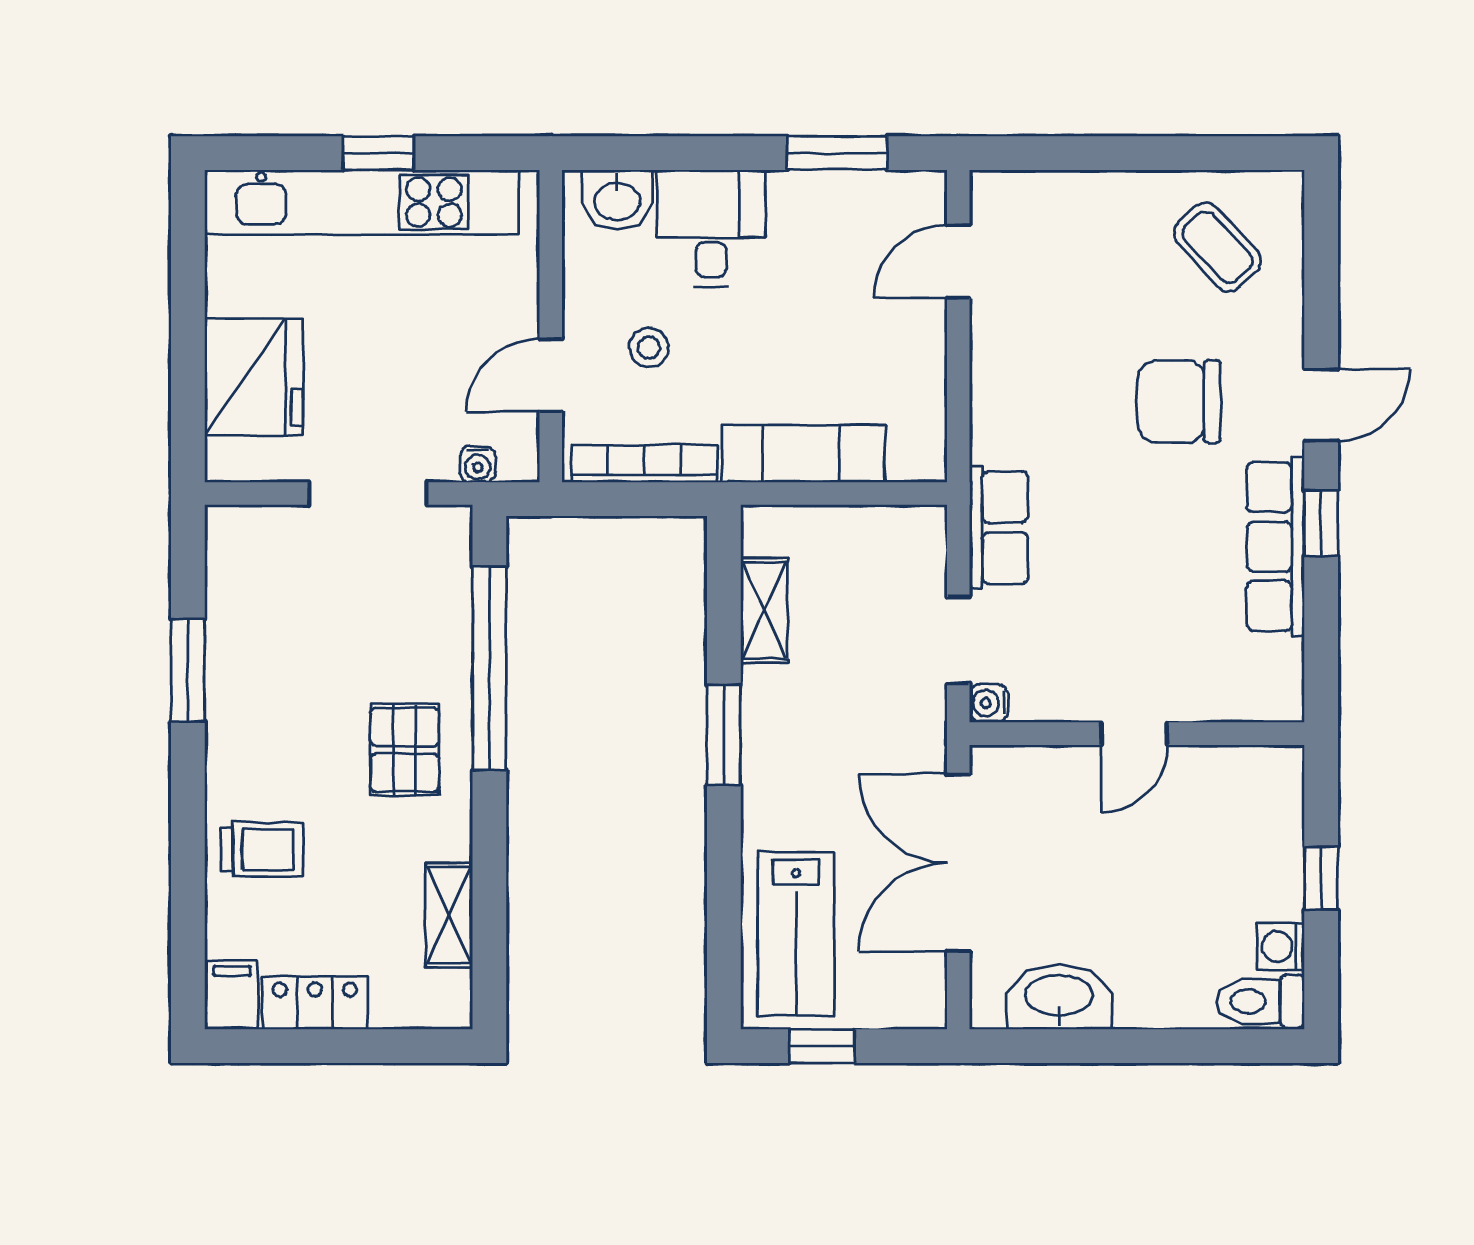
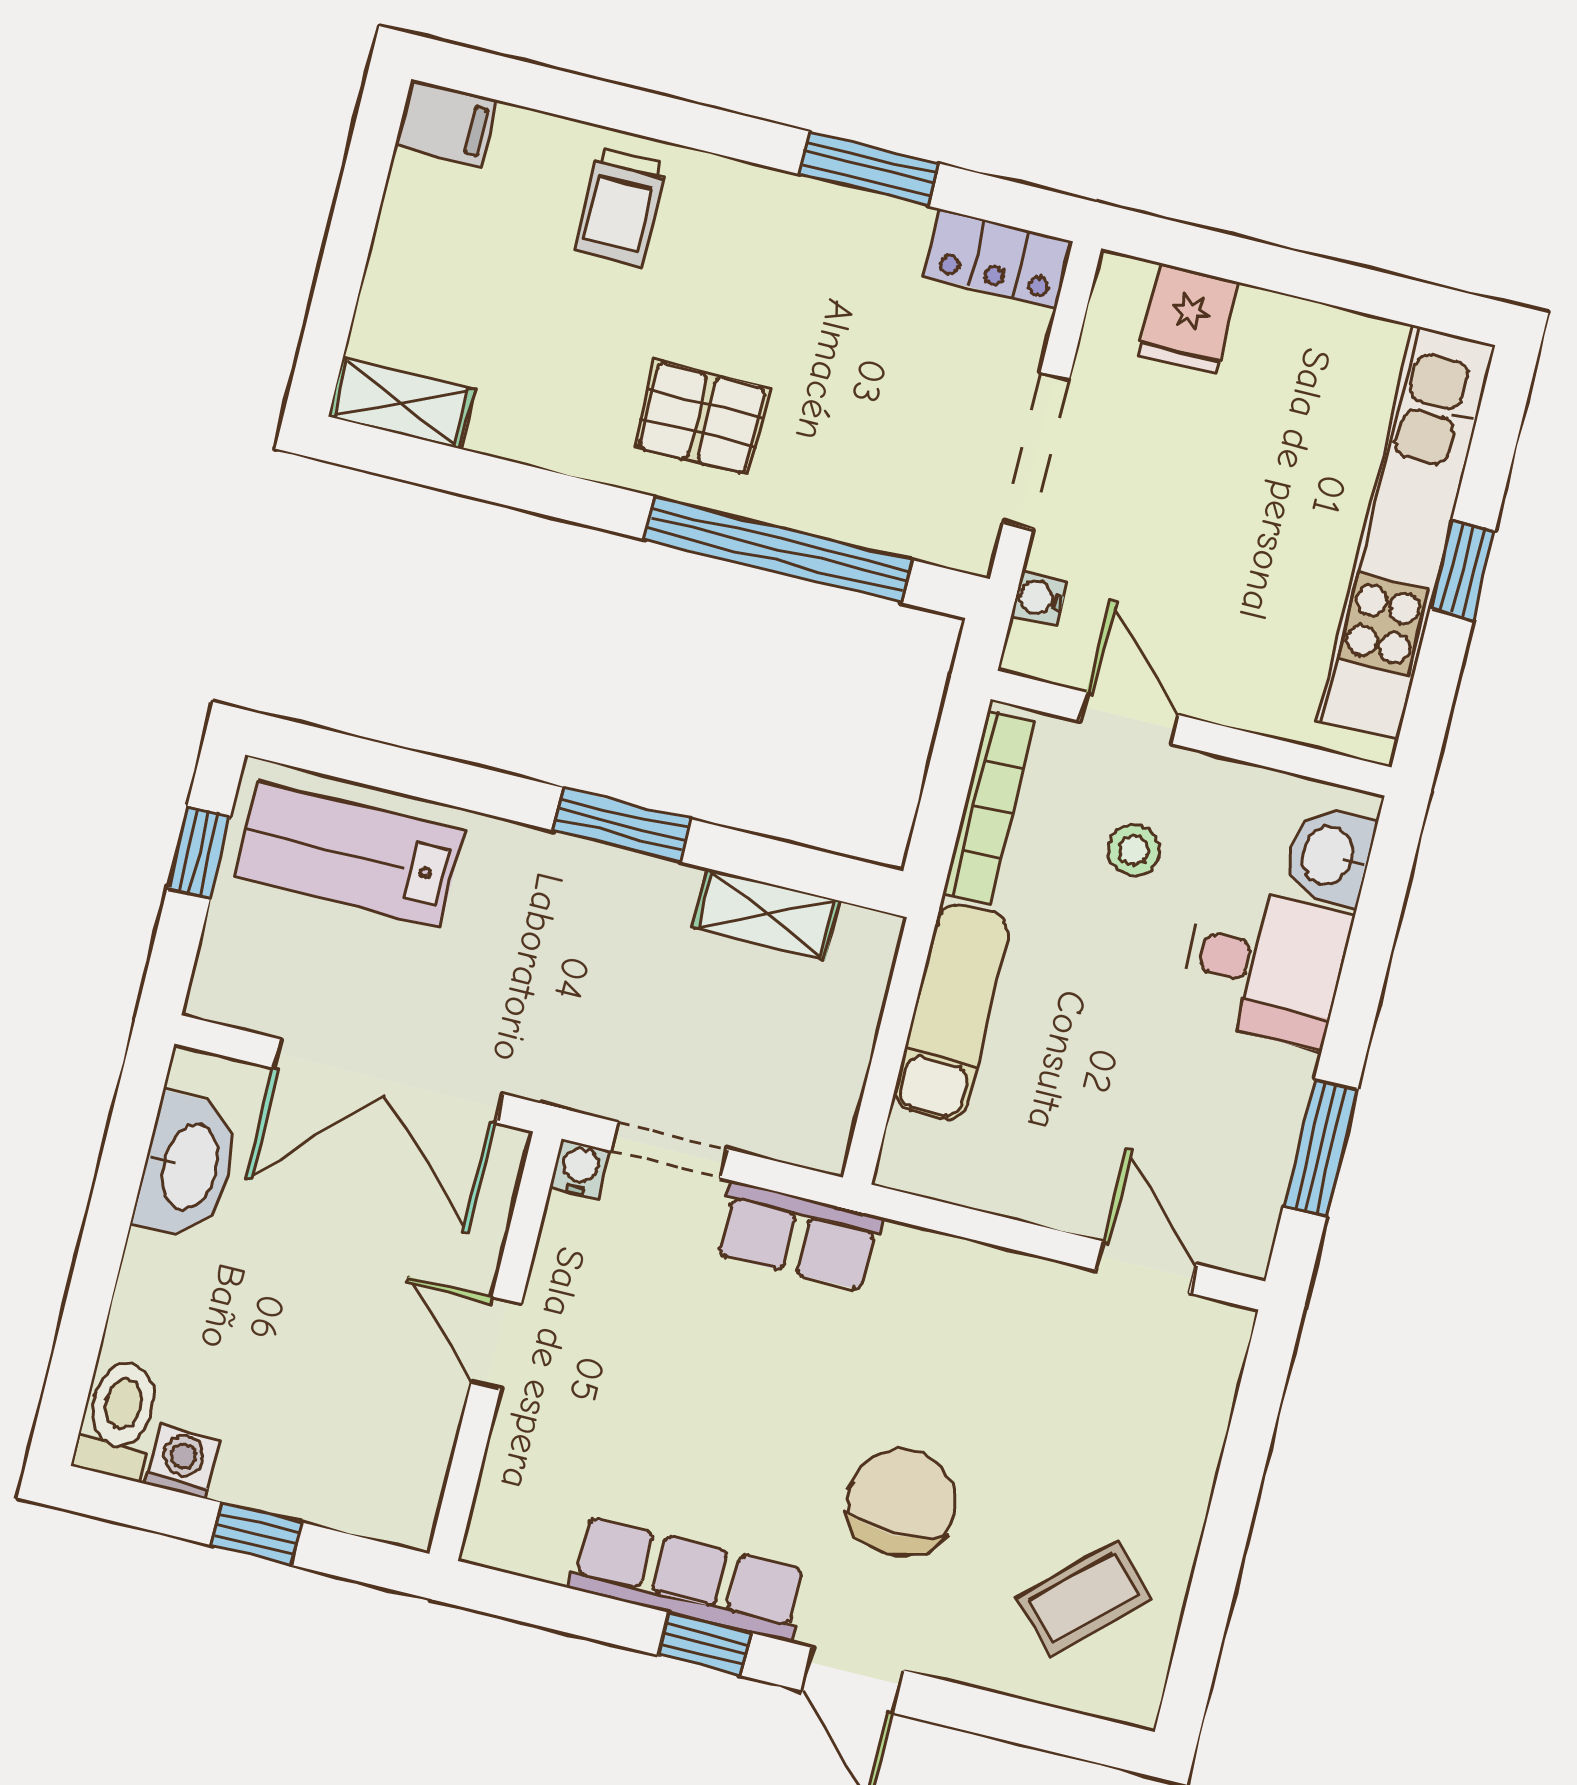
fridge: (254, 377) -> (1188, 319), width x0.53, depth x0.75
double door: (958, 863) -> (388, 1081), swing flipped
shelving: (449, 915) -> (401, 403), moved
locker: (315, 1003) -> (998, 259), moved, turned 90

